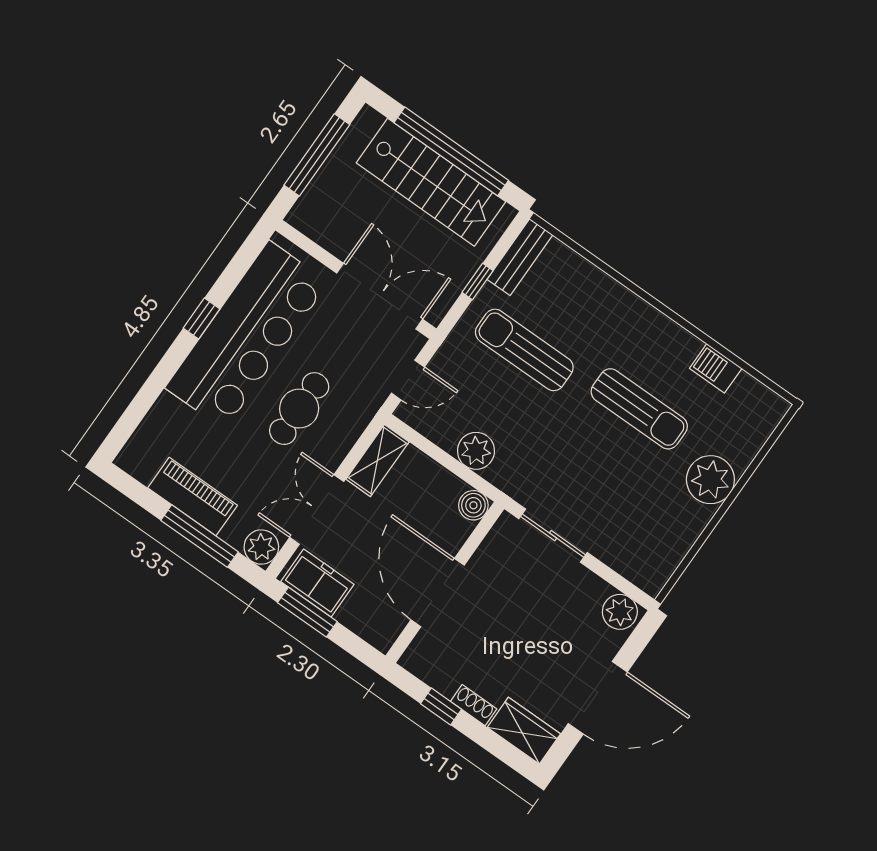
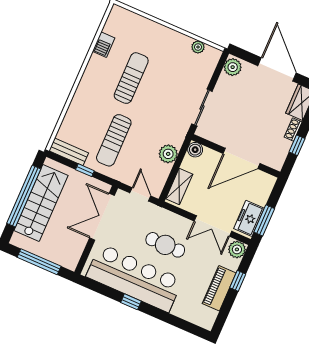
shelving: (377, 461) -> (179, 186), moved, turned 90
plant: (710, 480) -> (198, 47), moved, width x0.53, depth x0.53
window: (199, 536) -> (238, 281), width x0.46

